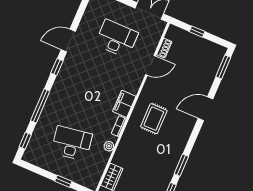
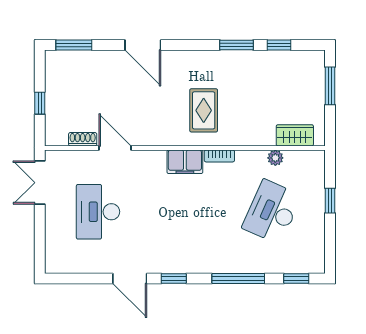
rug: (154, 119) -> (204, 110), moved, turned 90
desk: (72, 143) -> (272, 212), turned 33
plant: (109, 146) -> (275, 158), moved

